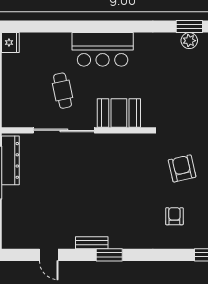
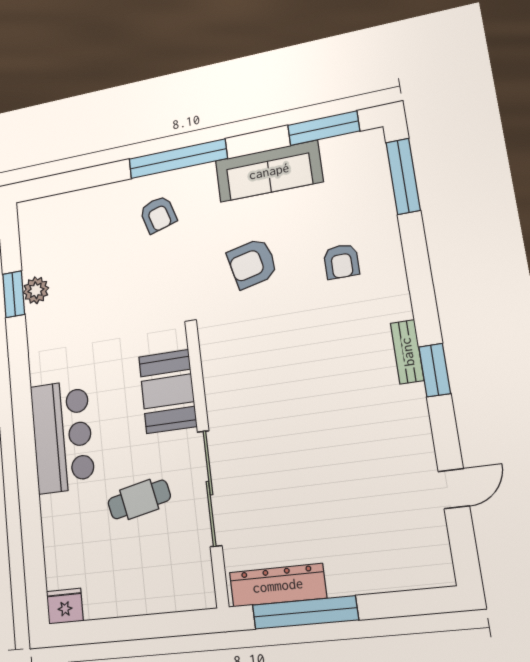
armchair: (174, 216) -> (341, 261), turned -90
bench: (92, 243) -> (407, 352), moved

